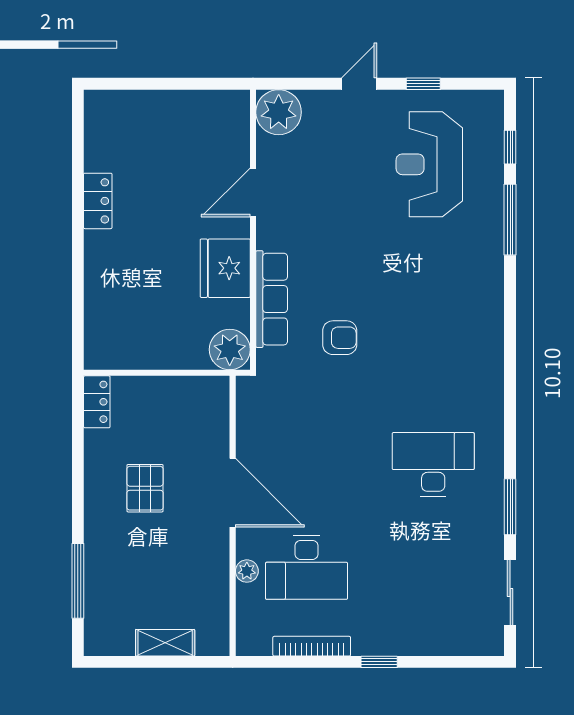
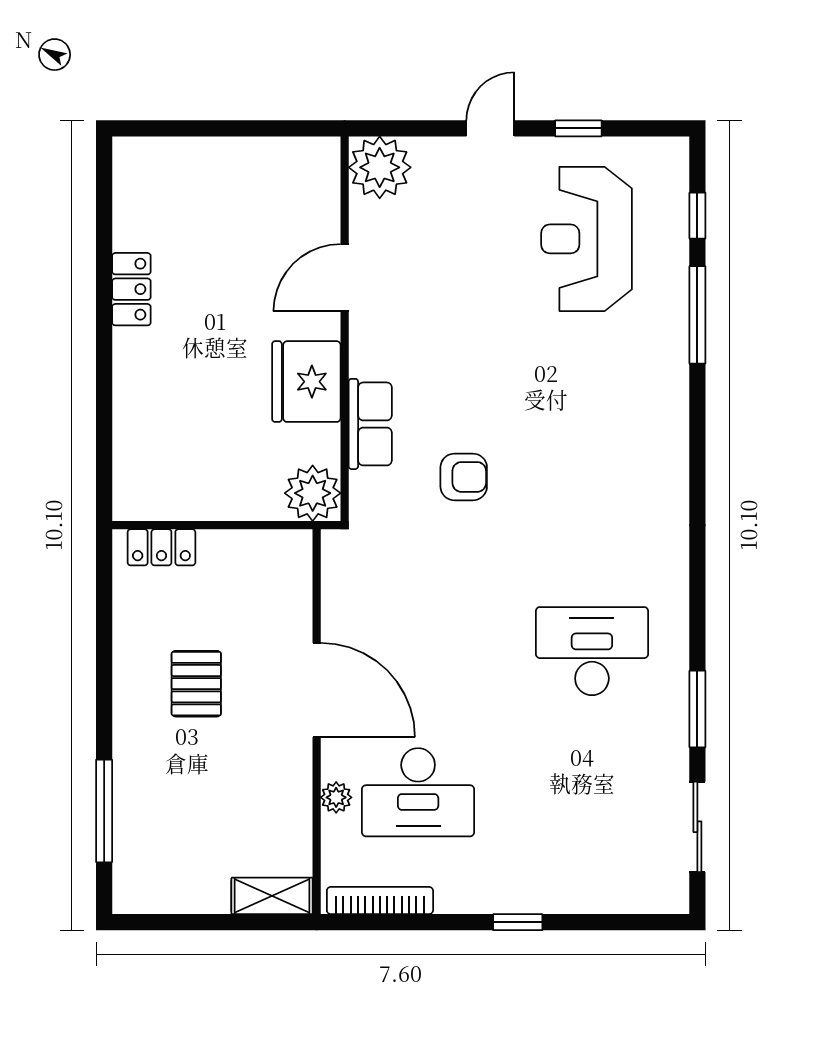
row of seats: (272, 299) -> (370, 424), width x0.68
locker: (97, 402) -> (161, 547), moved, turned 90
shelving: (165, 643) -> (272, 896), moved
bookcase: (312, 646) -> (380, 901), moved

